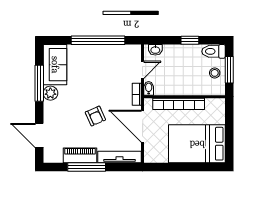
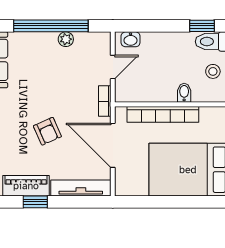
window: (190, 40) -> (202, 26), moved
plant: (109, 50) -> (66, 39), added
bidet: (149, 88) -> (184, 93), moved
window: (87, 167) -> (35, 202), width x0.46

